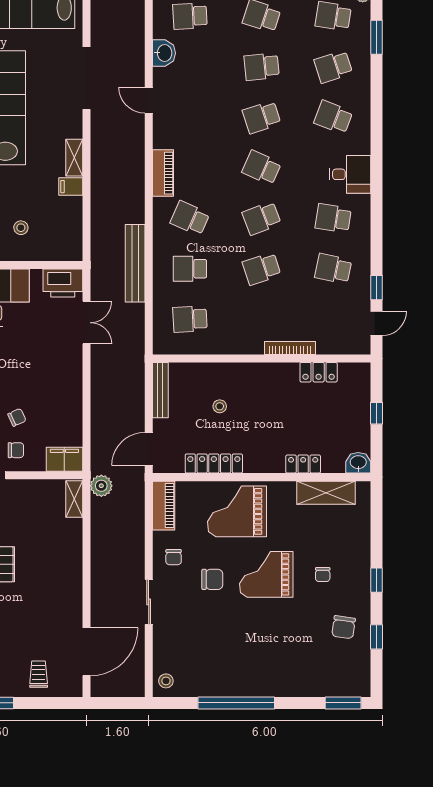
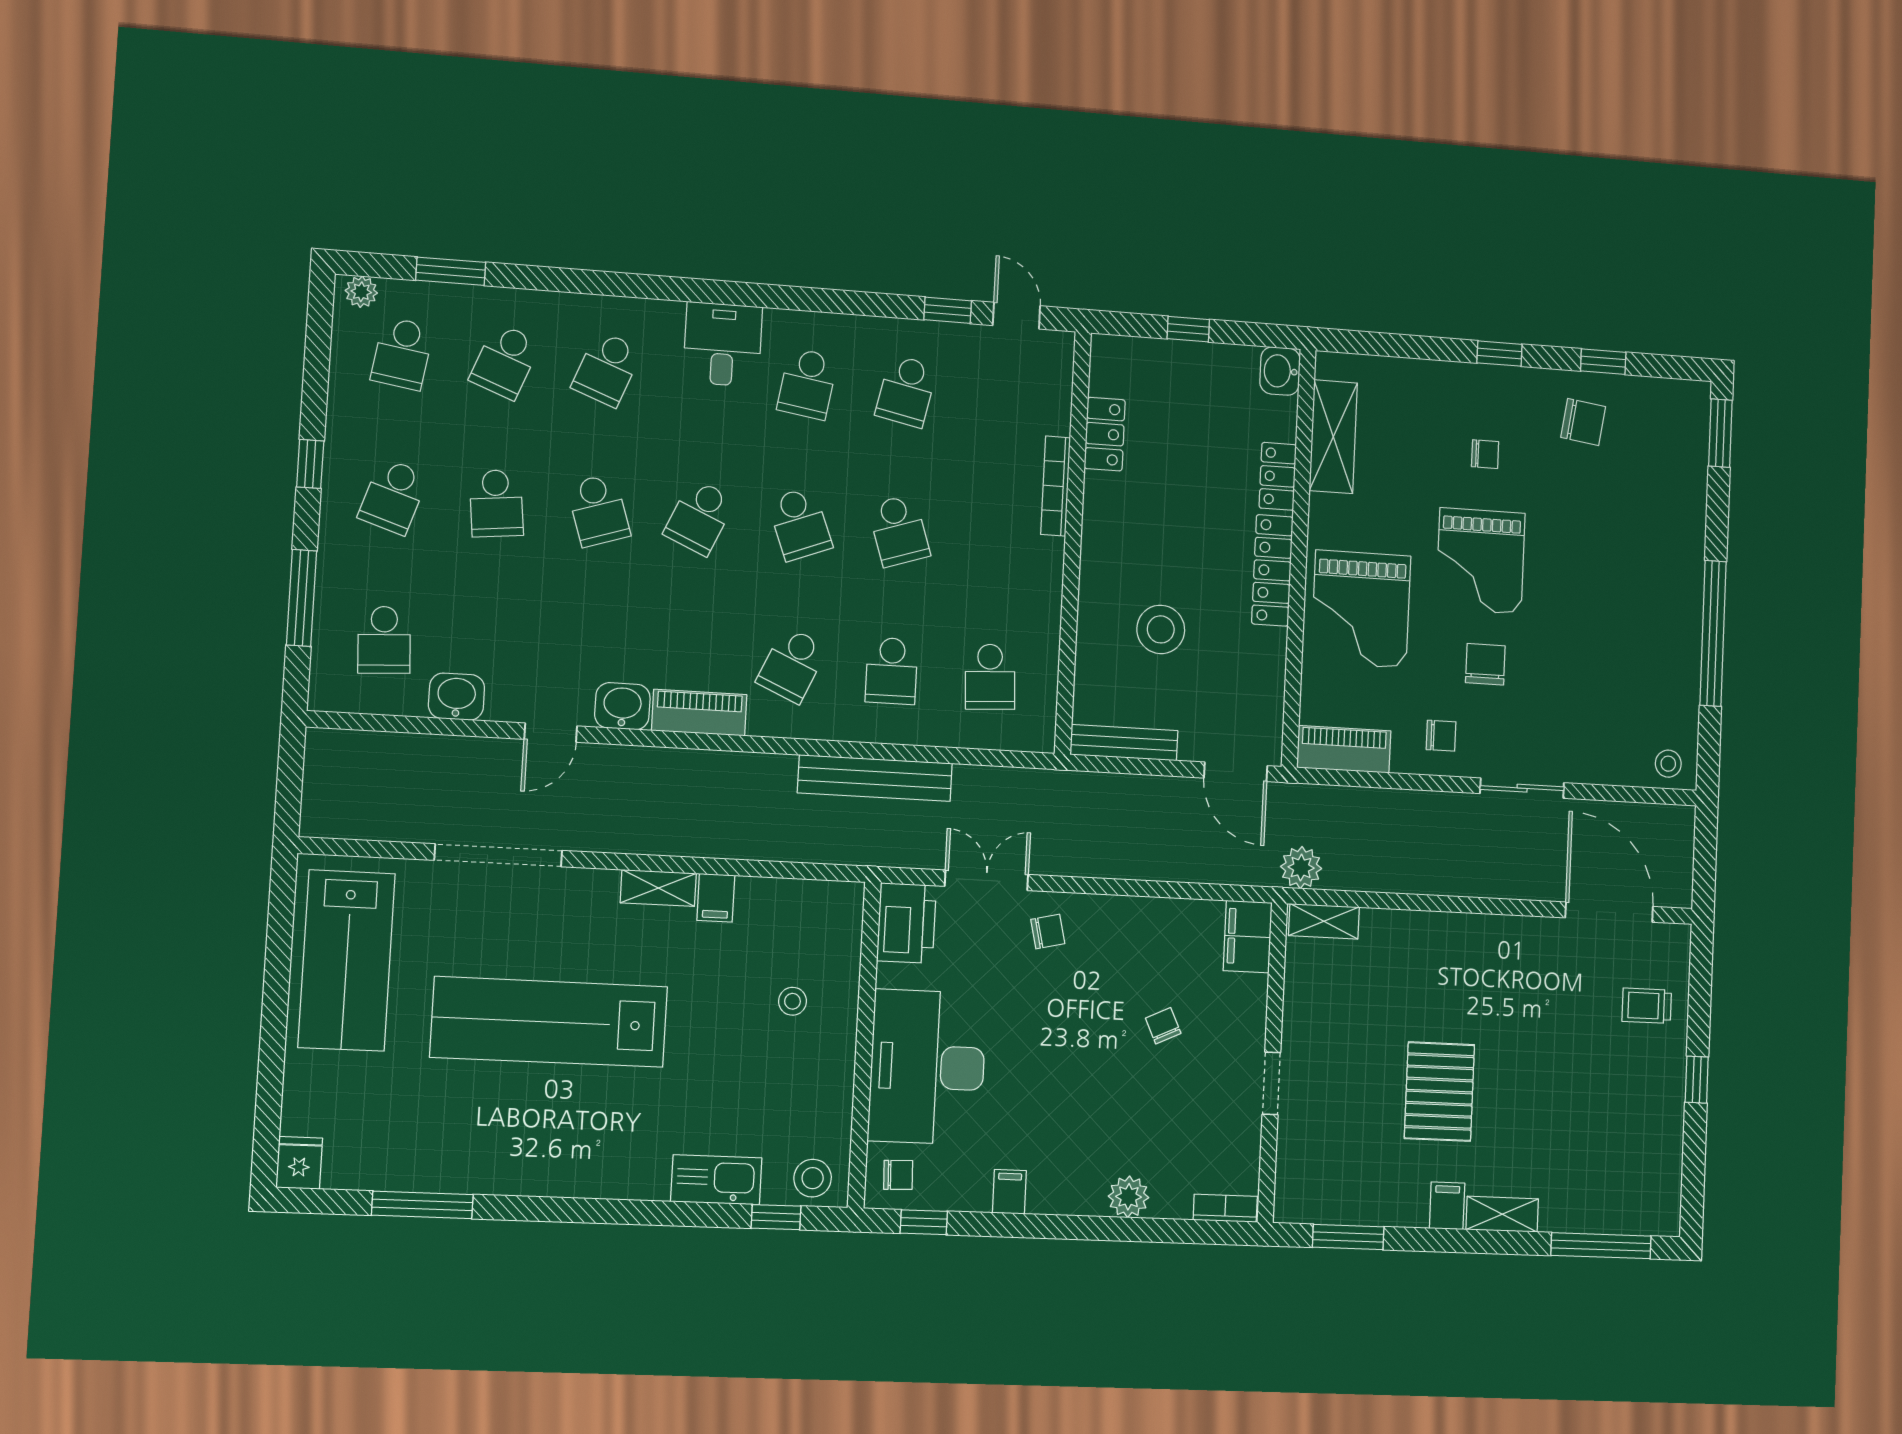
school desk: (333, 67) -> (505, 361), turned 39
washbasin: (164, 135) -> (622, 706), added
stool: (220, 406) -> (1161, 629), width x1.89, depth x1.89
chair: (16, 450) -> (1048, 932), moved, turned 77
locker: (214, 464) -> (1272, 570), moved

